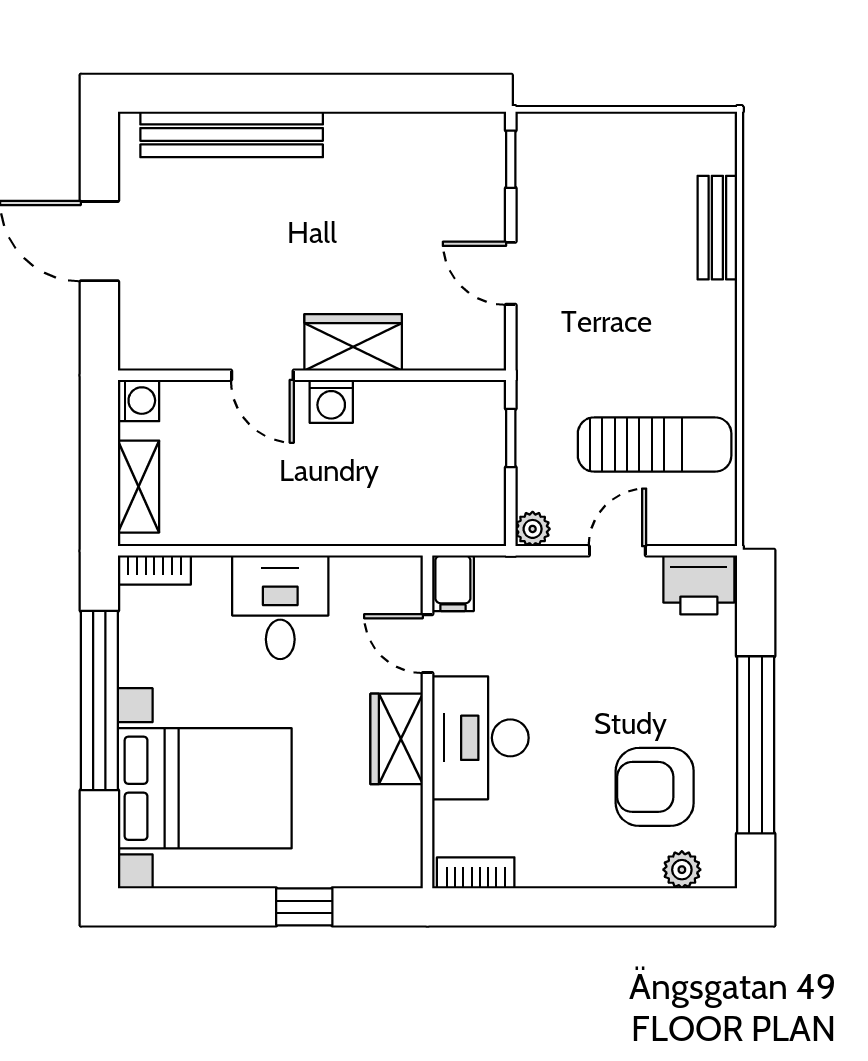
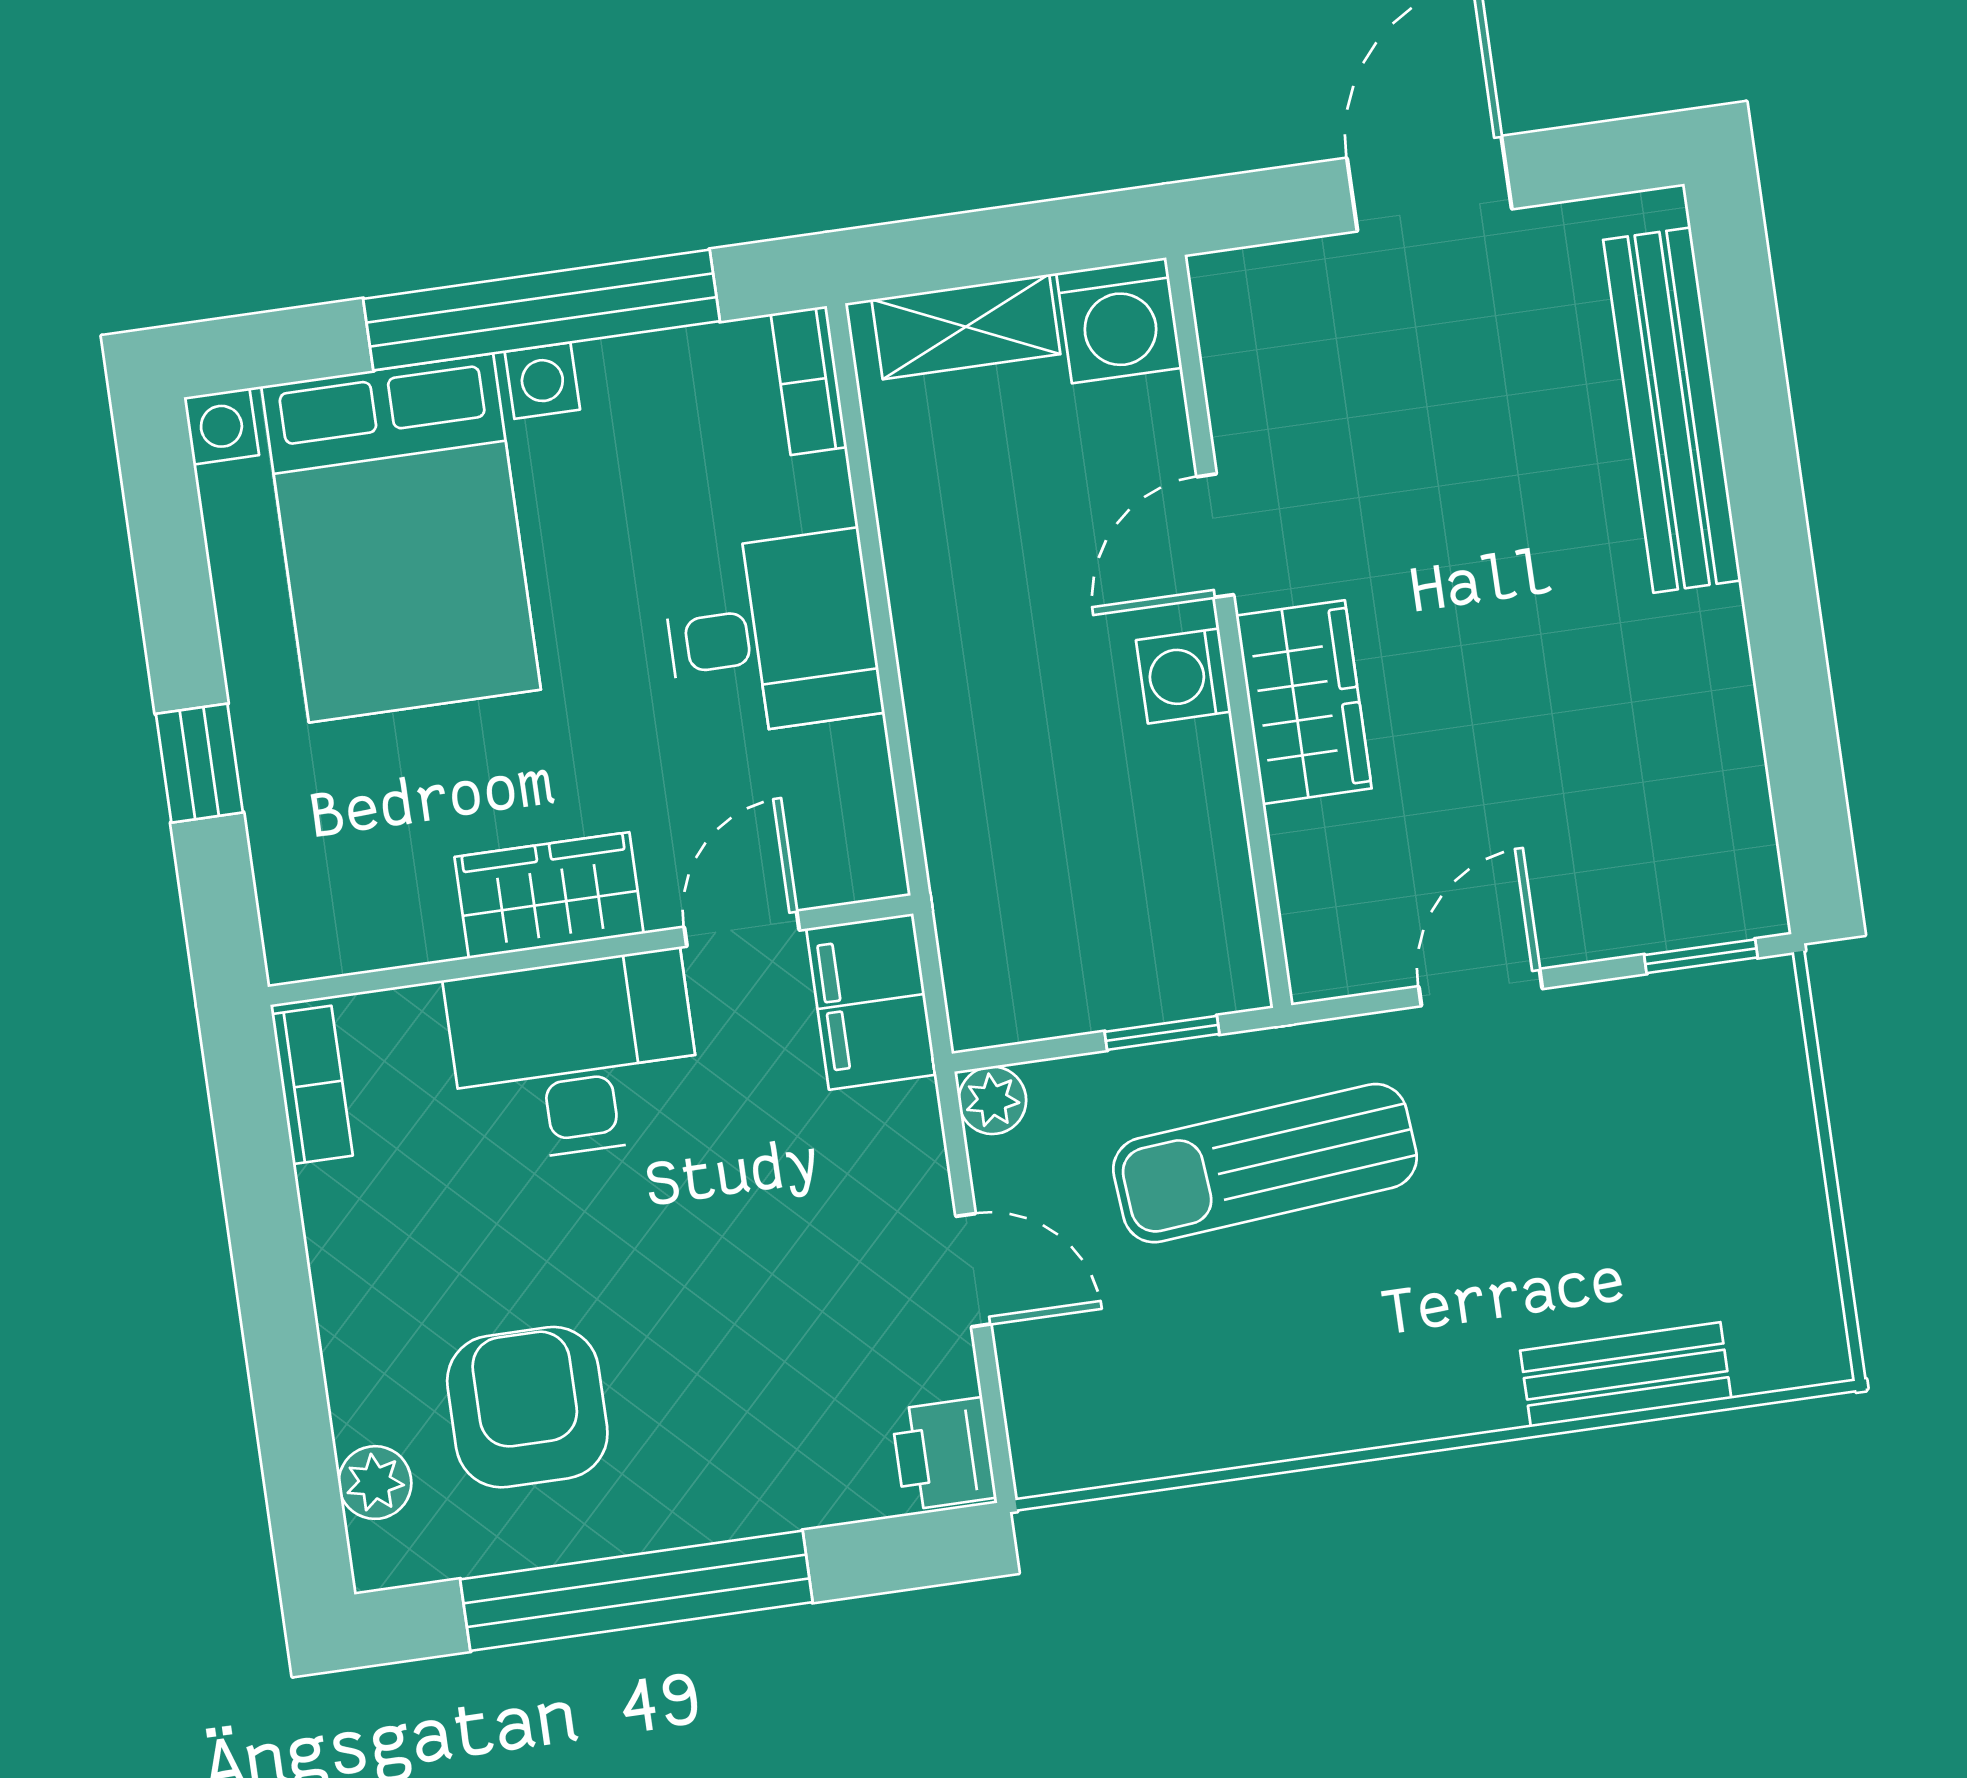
washing machine: (138, 401) -> (1119, 320), width x1.38, depth x1.38
sun lounger: (655, 445) -> (1265, 1163), moved, turned 85
filing cabinet: (453, 583) -> (871, 1002), width x2.00
printer: (699, 585) -> (944, 1454), width x0.73, depth x0.81

